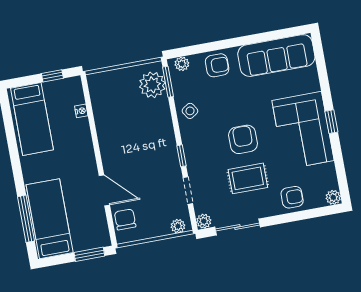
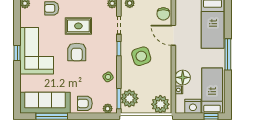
window: (263, 37) -> (52, 116), added
window: (52, 76) -> (211, 116), moved
plant: (105, 85) -> (160, 104), added
nightstand: (56, 91) -> (193, 106), added
floor lamp: (79, 130) -> (183, 77), added
side table: (146, 151) -> (141, 56), added
window: (26, 219) -> (228, 54), moved

